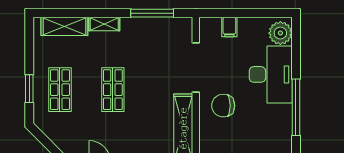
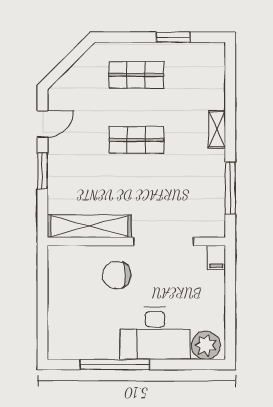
shelving: (64, 26) -> (214, 80), removed
filing cabinet: (229, 27) -> (216, 257), moved, turned -90
window: (29, 89) -> (173, 37), moved
chair: (223, 106) -> (117, 275), turned -90

